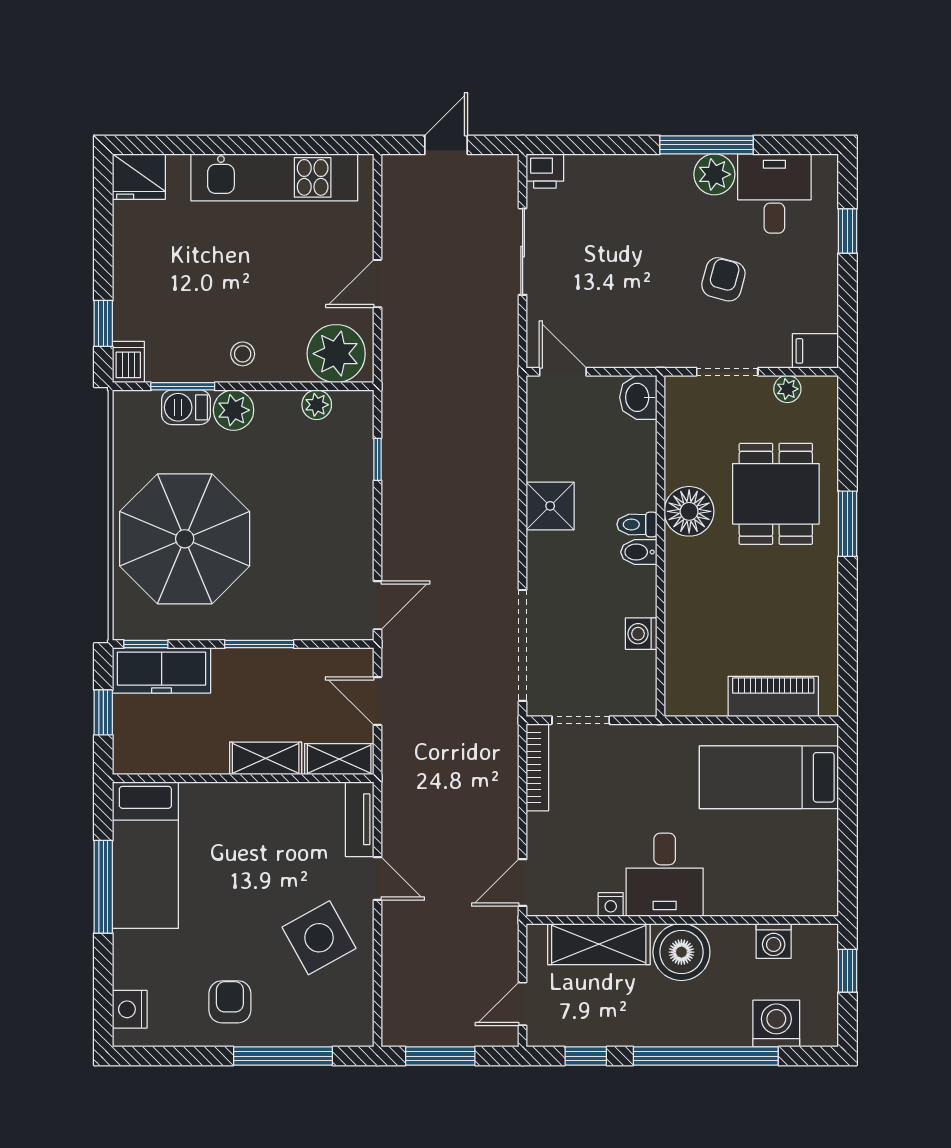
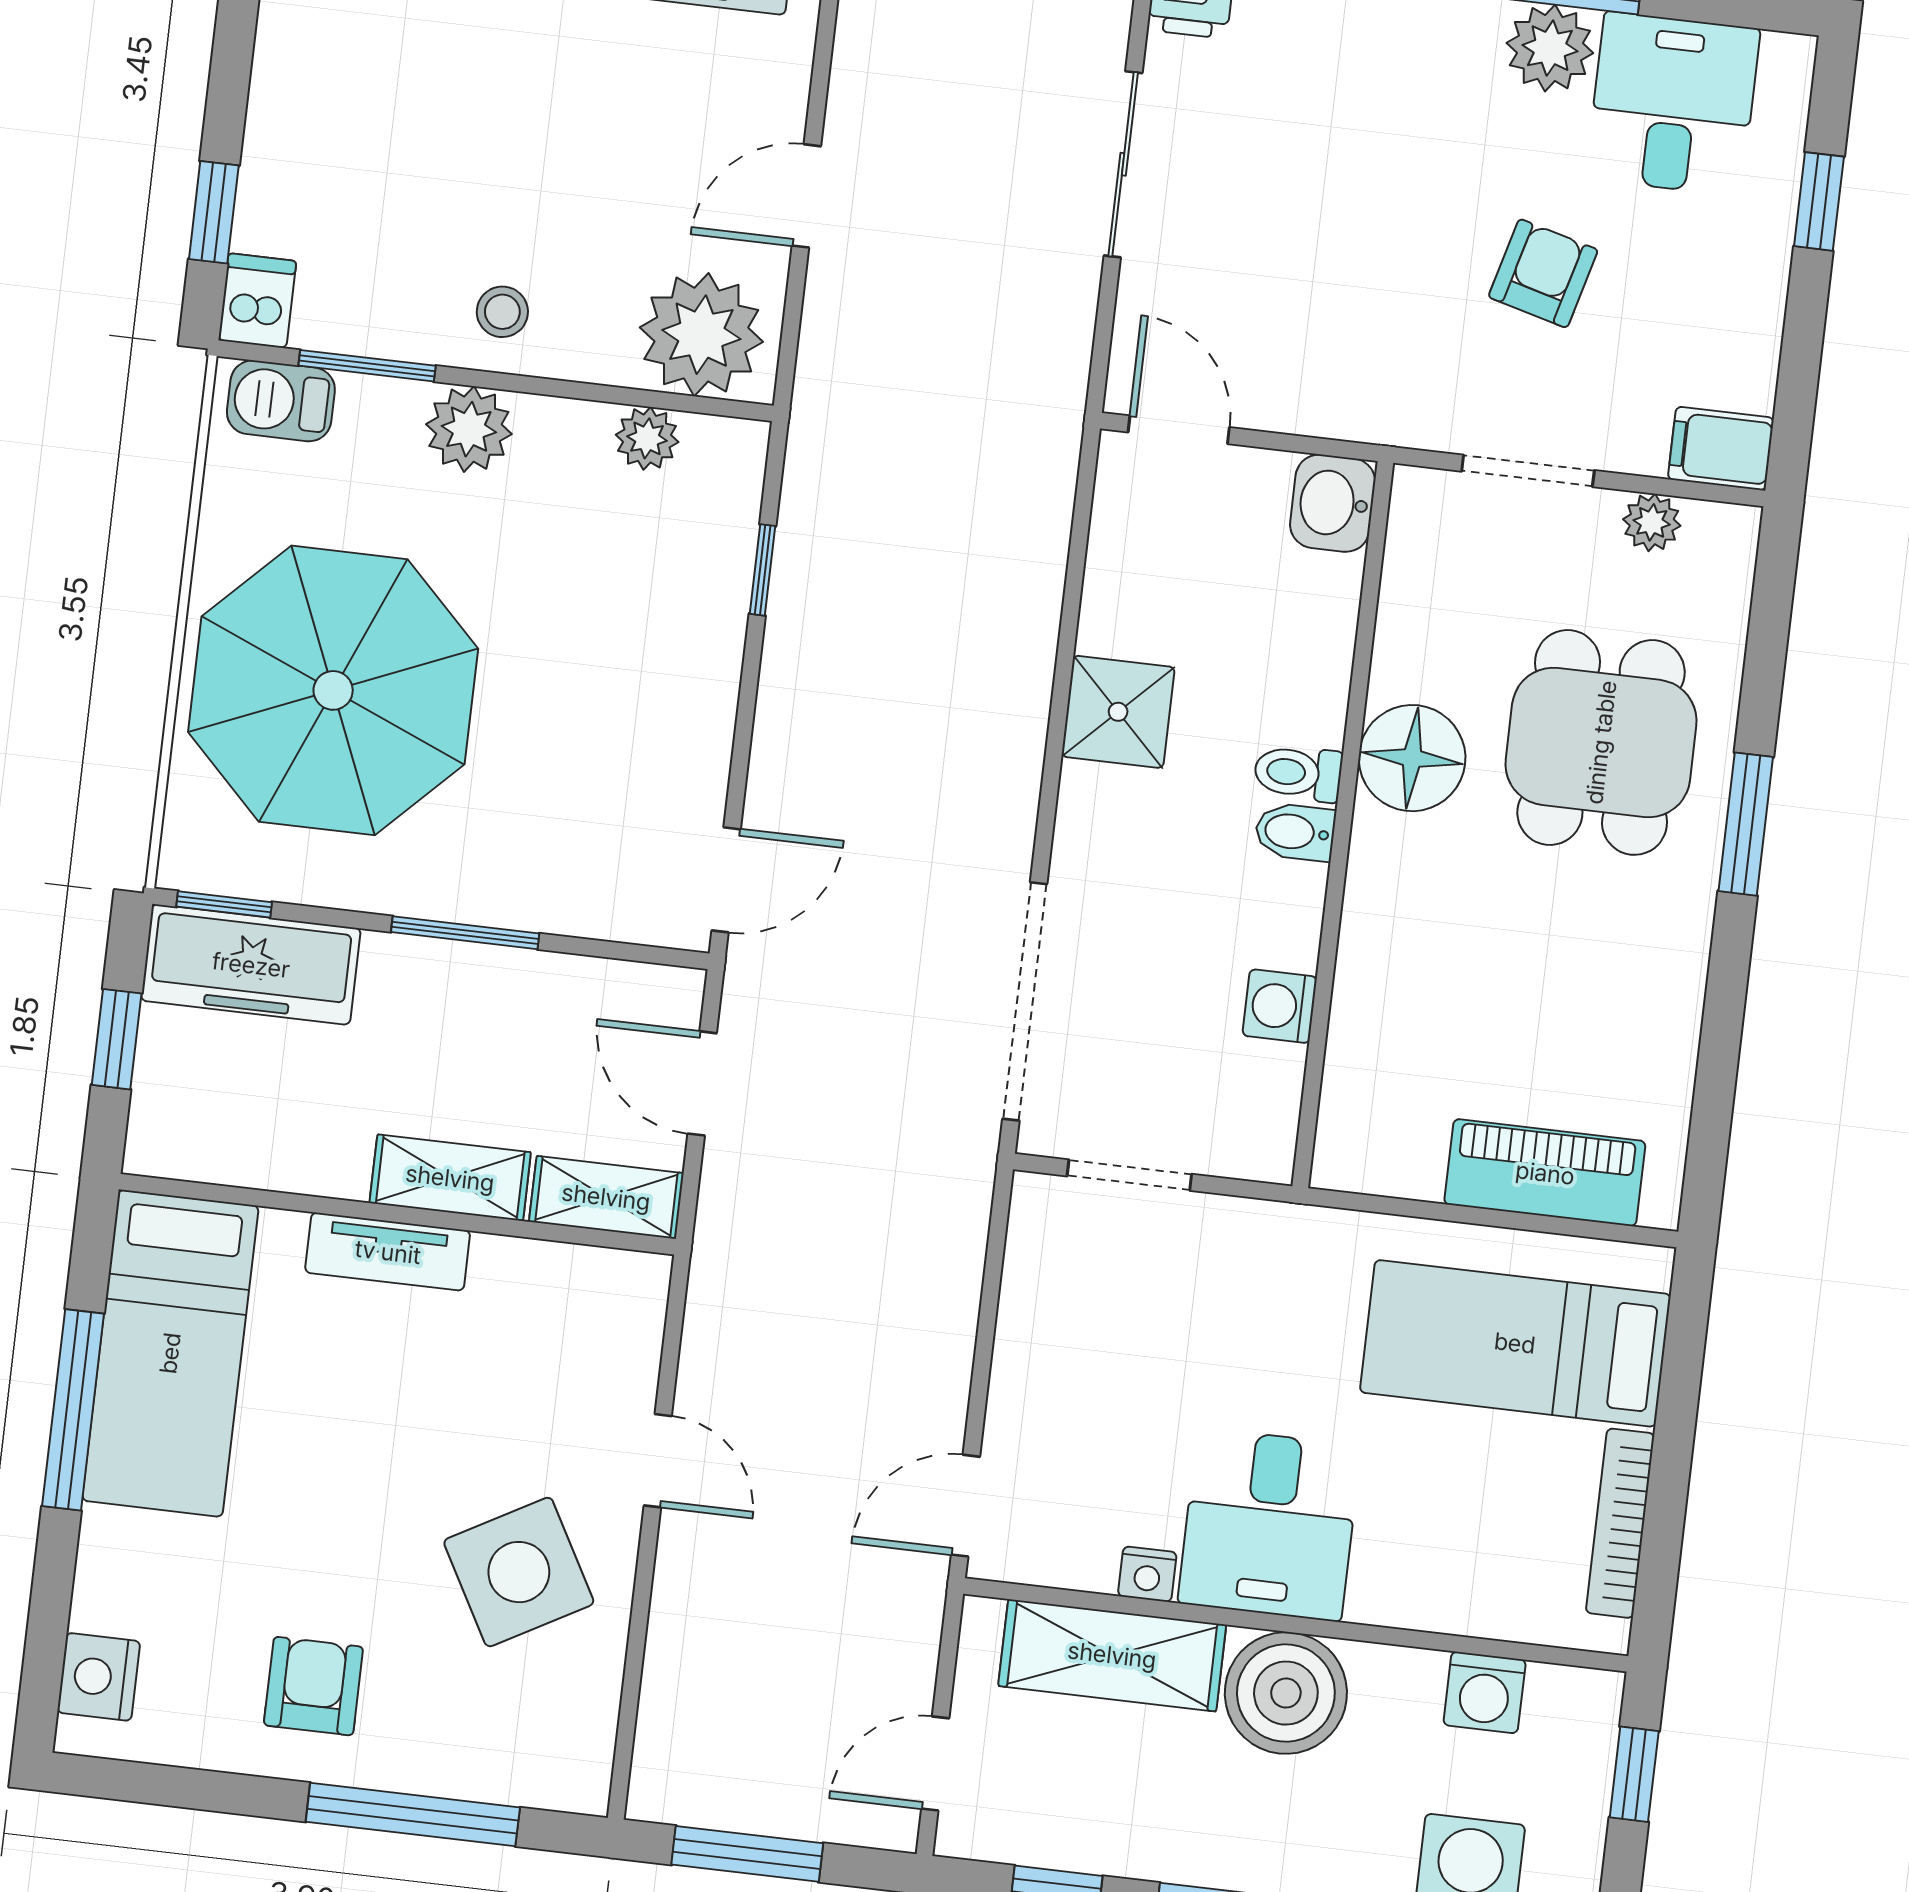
barbecue: (186, 407) -> (281, 401), moved
bookcase: (537, 767) -> (1620, 1523), moved, turned 180
tv unit: (360, 819) -> (388, 1252), moved, turned -90

